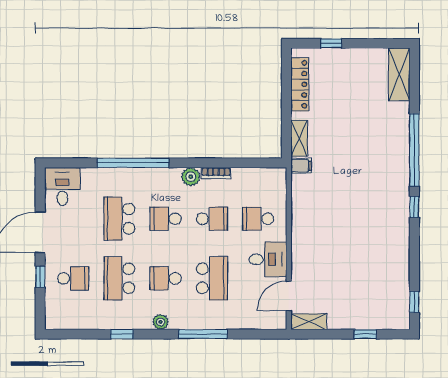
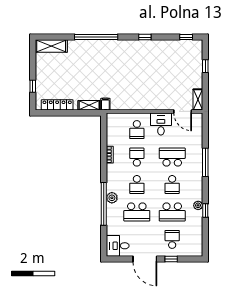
plant: (191, 177) -> (112, 198), moved
window: (414, 207) -> (145, 37), moved
plant: (161, 322) -> (198, 205), moved

